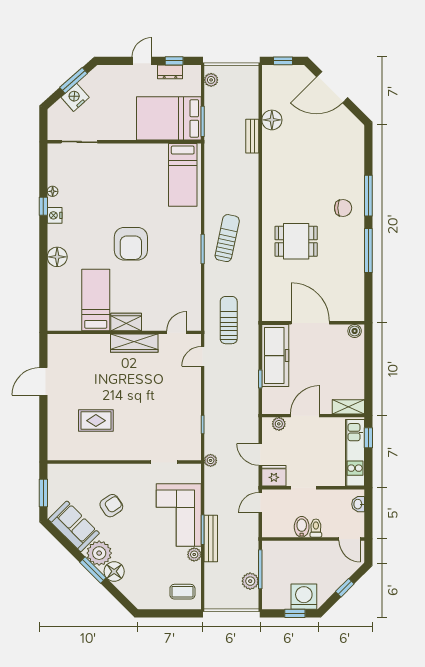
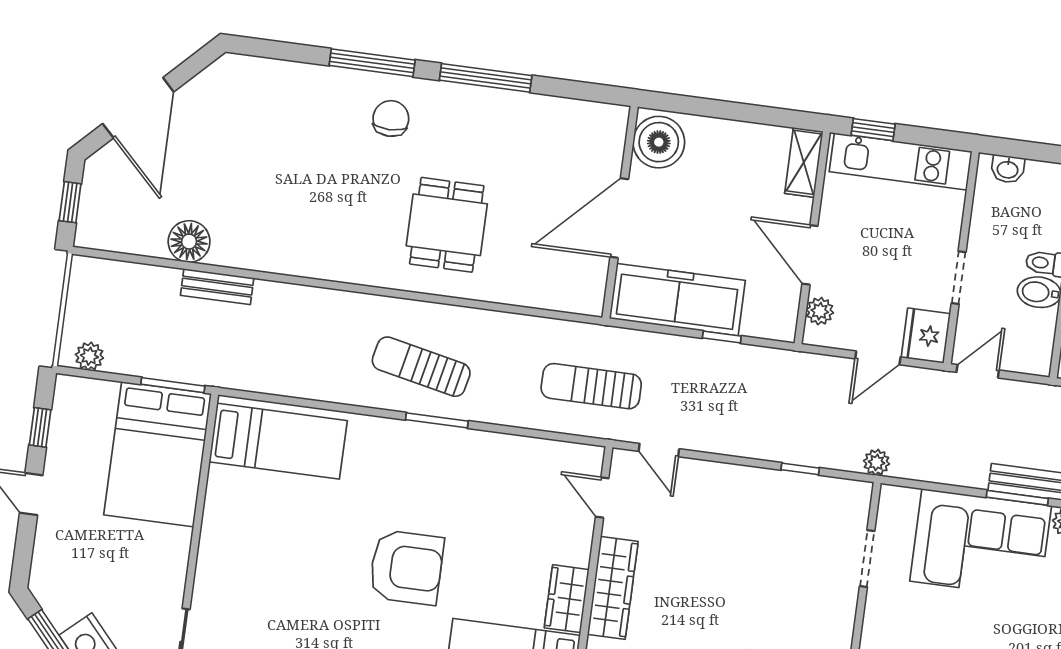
dresser: (170, 72) -> (62, 439), removed
boiler: (355, 331) -> (659, 142), width x1.86, depth x1.86
door: (260, 503) -> (978, 371), swing flipped

